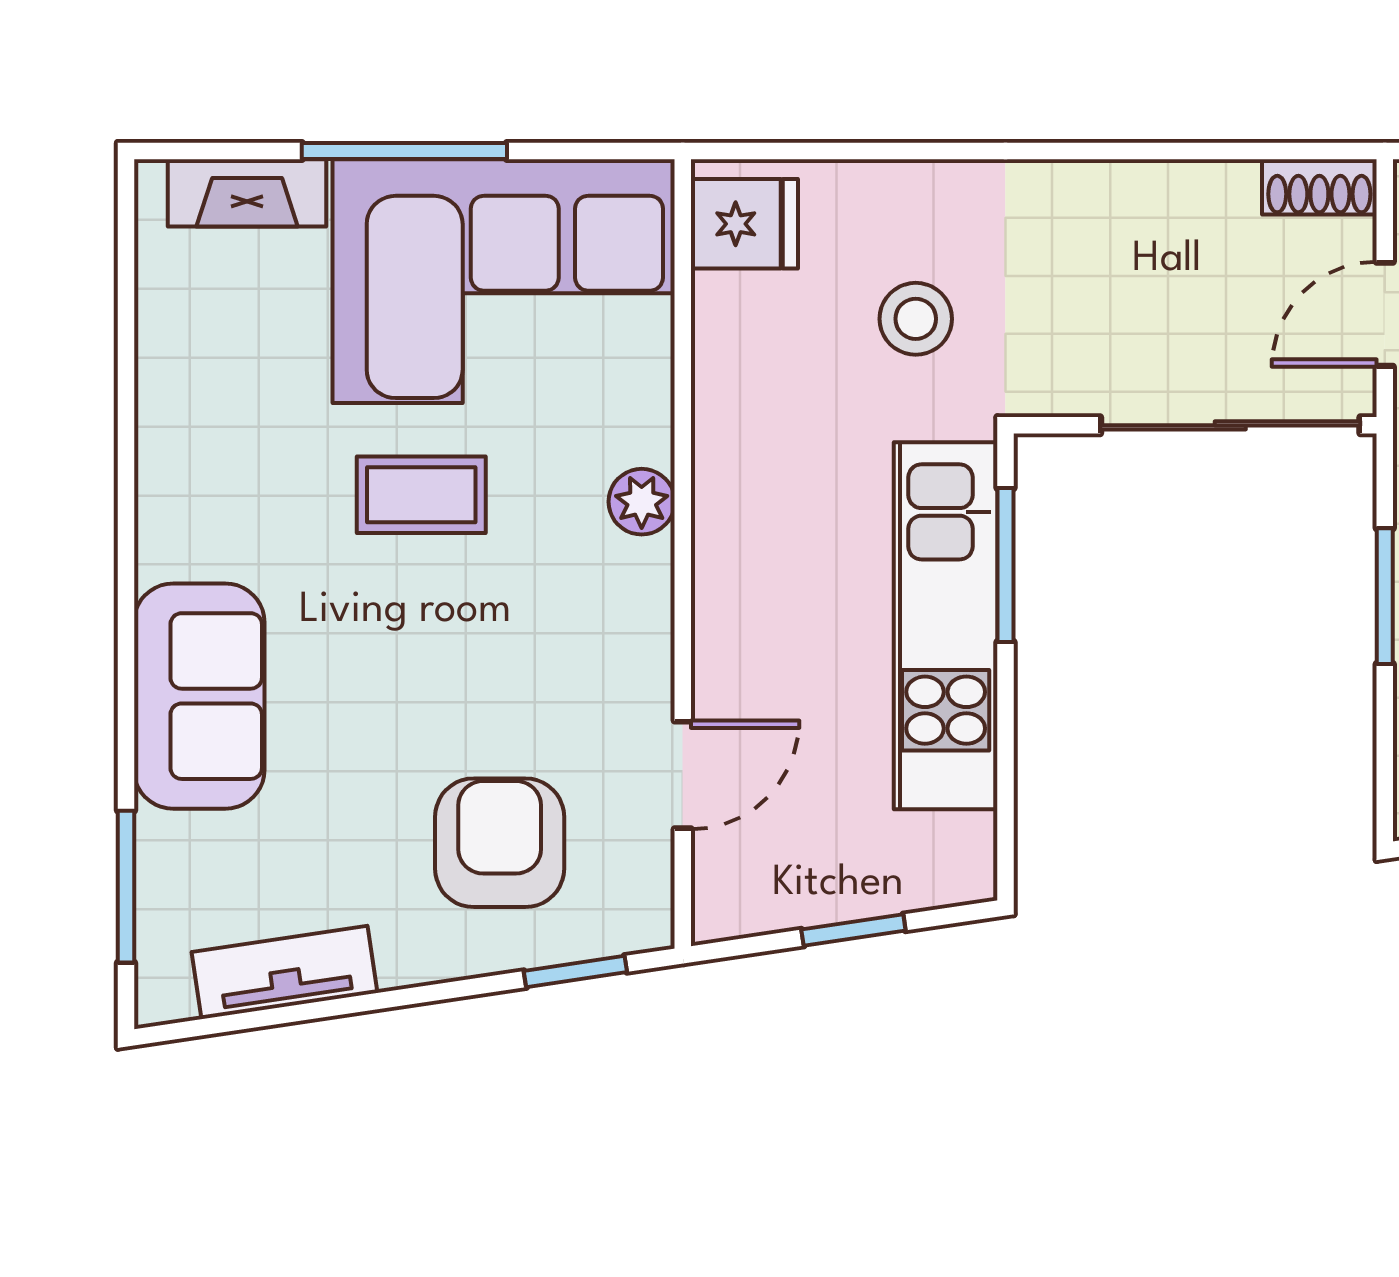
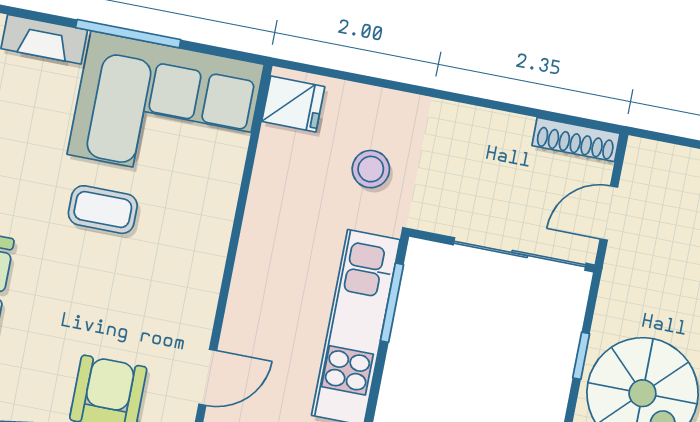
shoe rack: (1319, 187) -> (576, 140), width x1.43
plant: (642, 502) -> (214, 235), removed
window: (1385, 596) -> (581, 356), width x0.67

